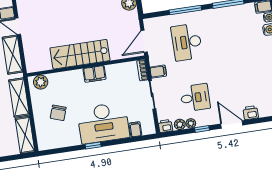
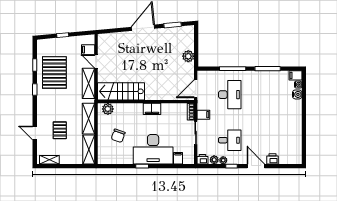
desk: (187, 42) -> (230, 95), turned 180
stairs: (80, 54) -> (121, 91), moved

